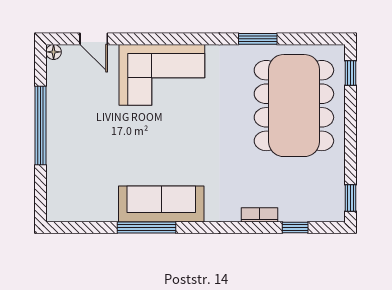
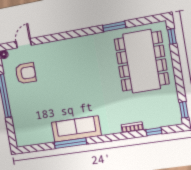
door: (94, 39) -> (24, 43), swing flipped
corner sofa: (162, 75) -> (64, 57), removed
armchair: (88, 92) -> (26, 73), added

